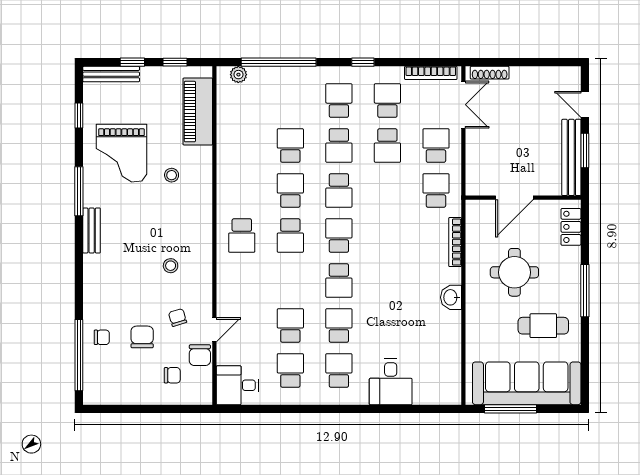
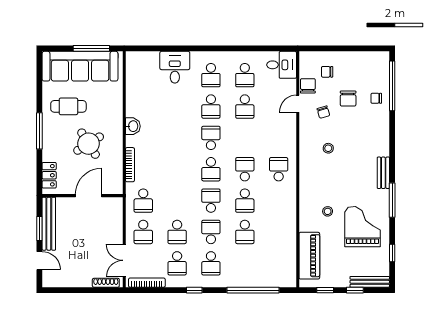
plant: (238, 75) -> (281, 281), removed
school desk: (387, 146) -> (177, 232), turned 180
round table: (514, 272) -> (89, 144), turned -32

